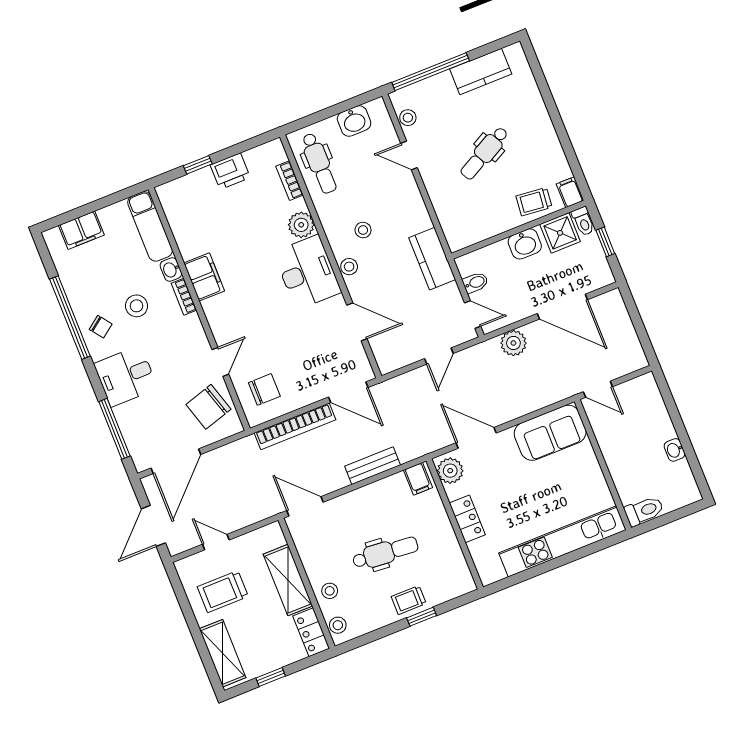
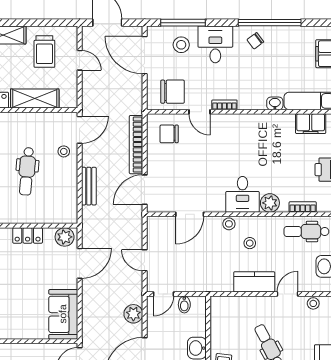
kitchen counter: (432, 259) -> (254, 282), moved
desk: (307, 272) -> (243, 194), width x0.73
filing cabinet: (204, 277) -> (311, 124), moved
bookcase: (184, 297) -> (224, 105), moved
stool: (137, 306) -> (181, 45), moved
chair: (264, 389) -> (169, 134), turned 90
chair: (208, 407) -> (172, 92), turned 107
filing cabinet: (418, 479) -> (68, 213), removed
door: (216, 542) -> (80, 60), hinge flipped
stool: (330, 591) -> (64, 151), moved
trolley: (223, 592) -> (44, 52), turned 180

